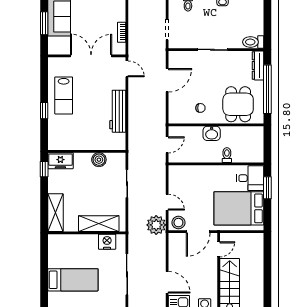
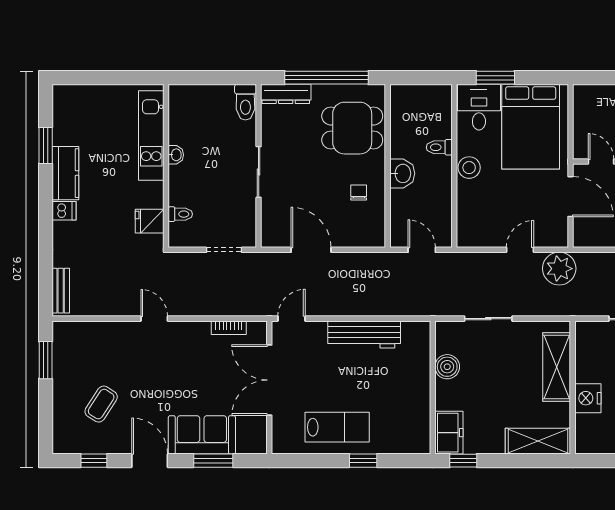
stool: (178, 223) -> (469, 168), moved
nightstand: (107, 242) -> (588, 398), moved

